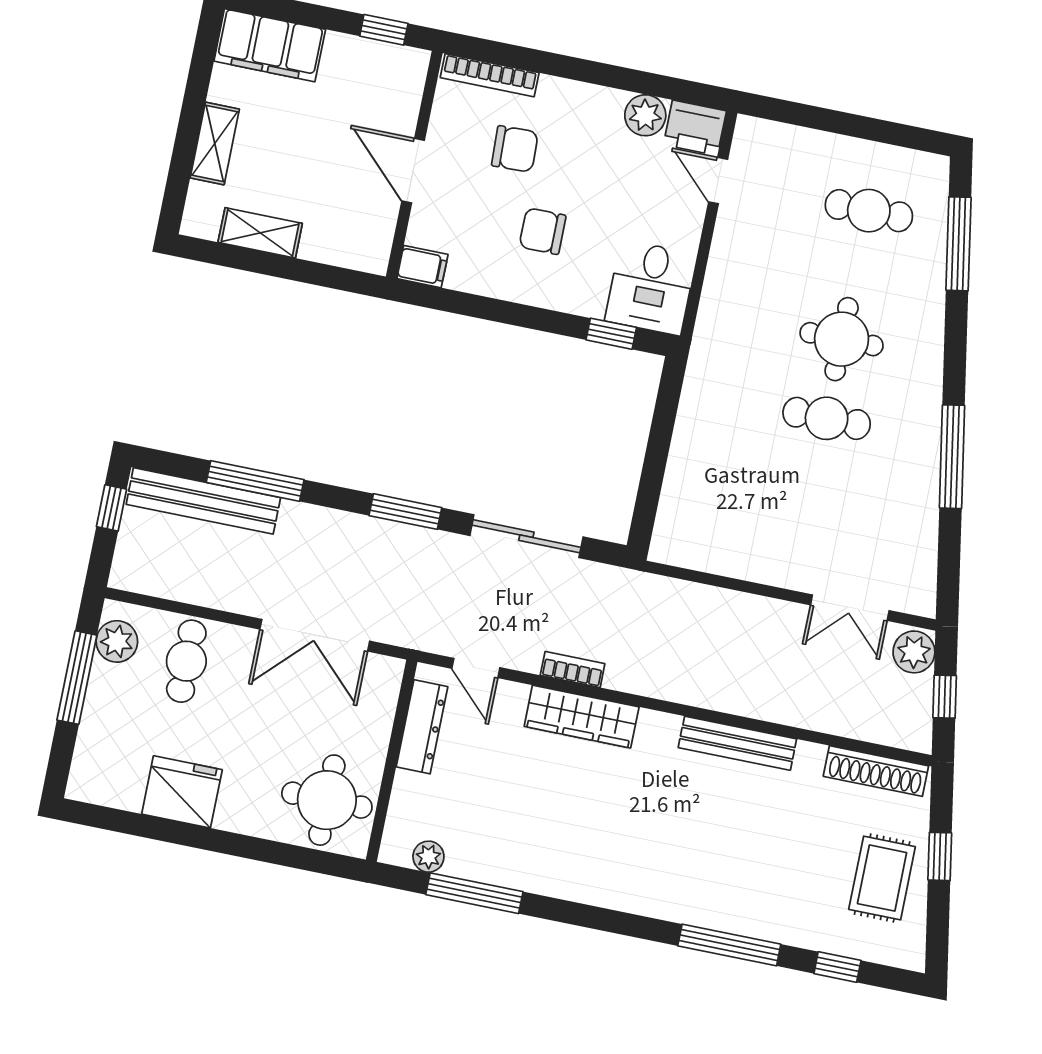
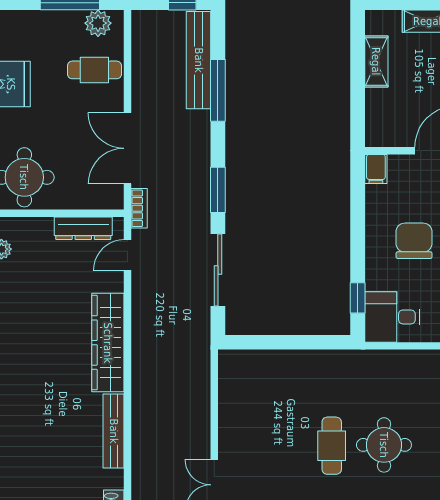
chair: (543, 231) -> (414, 241), width x1.37, depth x1.37
bookcase: (573, 670) -> (139, 208), moved
wardrobe: (582, 717) -> (108, 343), width x1.40, depth x1.17

